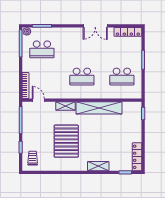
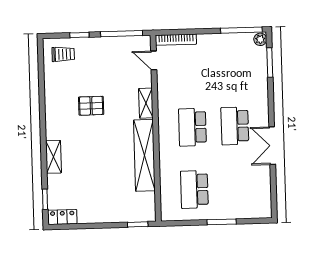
locker: (128, 32) -> (264, 197), removed
school desk: (42, 49) -> (235, 126), moved
door: (38, 100) -> (154, 60), swing flipped
pallet: (66, 141) -> (91, 106), width x0.49, depth x0.50
locker: (137, 157) -> (62, 217), width x0.66

